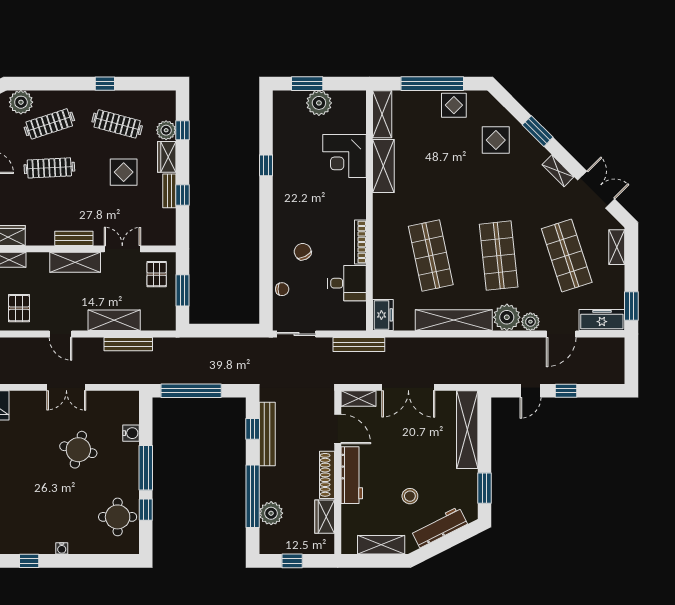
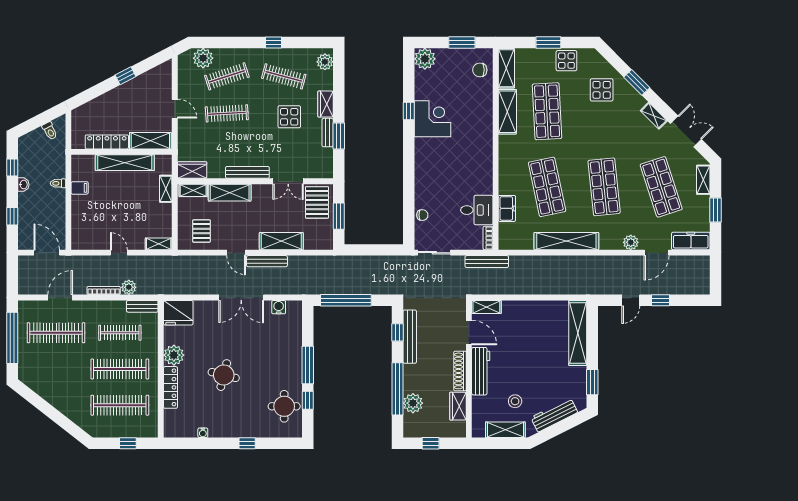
window: (307, 84) -> (462, 43), moved
window: (432, 84) -> (548, 43), width x0.47
plant: (319, 103) -> (425, 59), moved
plant: (166, 130) -> (325, 62), moved
window: (183, 130) -> (339, 82), removed
corner desk: (344, 156) -> (432, 119), moved, turned 180
shop shelf: (431, 165) -> (547, 111), added
window: (183, 195) -> (339, 136), width x1.50
bench: (74, 238) -> (247, 172), width x1.36
bookcase: (360, 242) -> (488, 238), moved, width x0.64
double door: (122, 249) -> (288, 181), swing flipped
chair: (303, 252) -> (480, 70), moved, turned -63
shelving: (75, 262) -> (230, 193), moved
pallet: (157, 274) -> (317, 202), width x1.50, depth x1.42
window: (631, 306) -> (715, 210), moved
freezer: (383, 315) -> (507, 208), moved
plant: (507, 317) -> (611, 239), removed
bench: (128, 344) -> (267, 261), moved
double door: (66, 387) -> (241, 298), width x1.37
double door: (408, 387) -> (528, 298), removed
water cooler: (131, 433) -> (279, 307), moved, turned -90
round table: (78, 450) -> (224, 375), moved
stool: (410, 496) -> (515, 401), moved
water cooler: (62, 548) -> (203, 433), moved
window: (29, 561) -> (247, 443), moved

